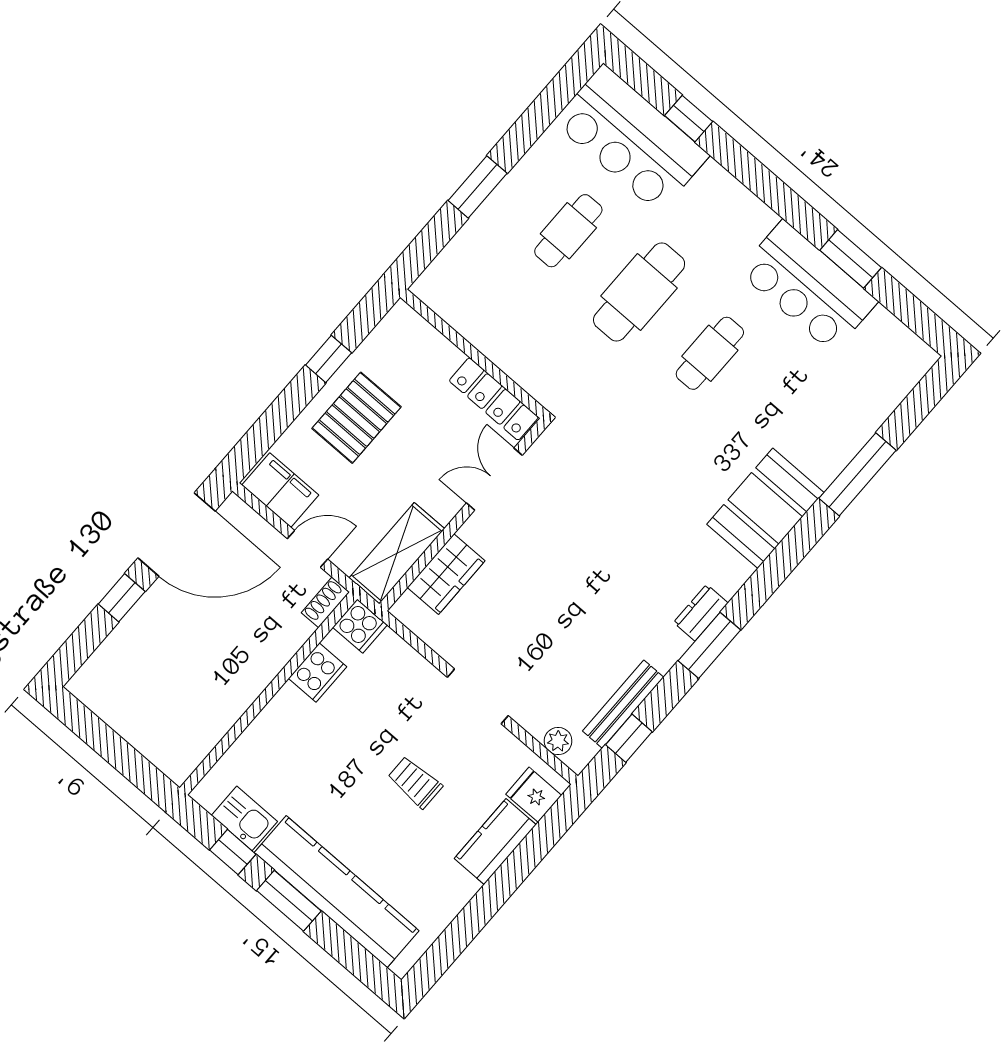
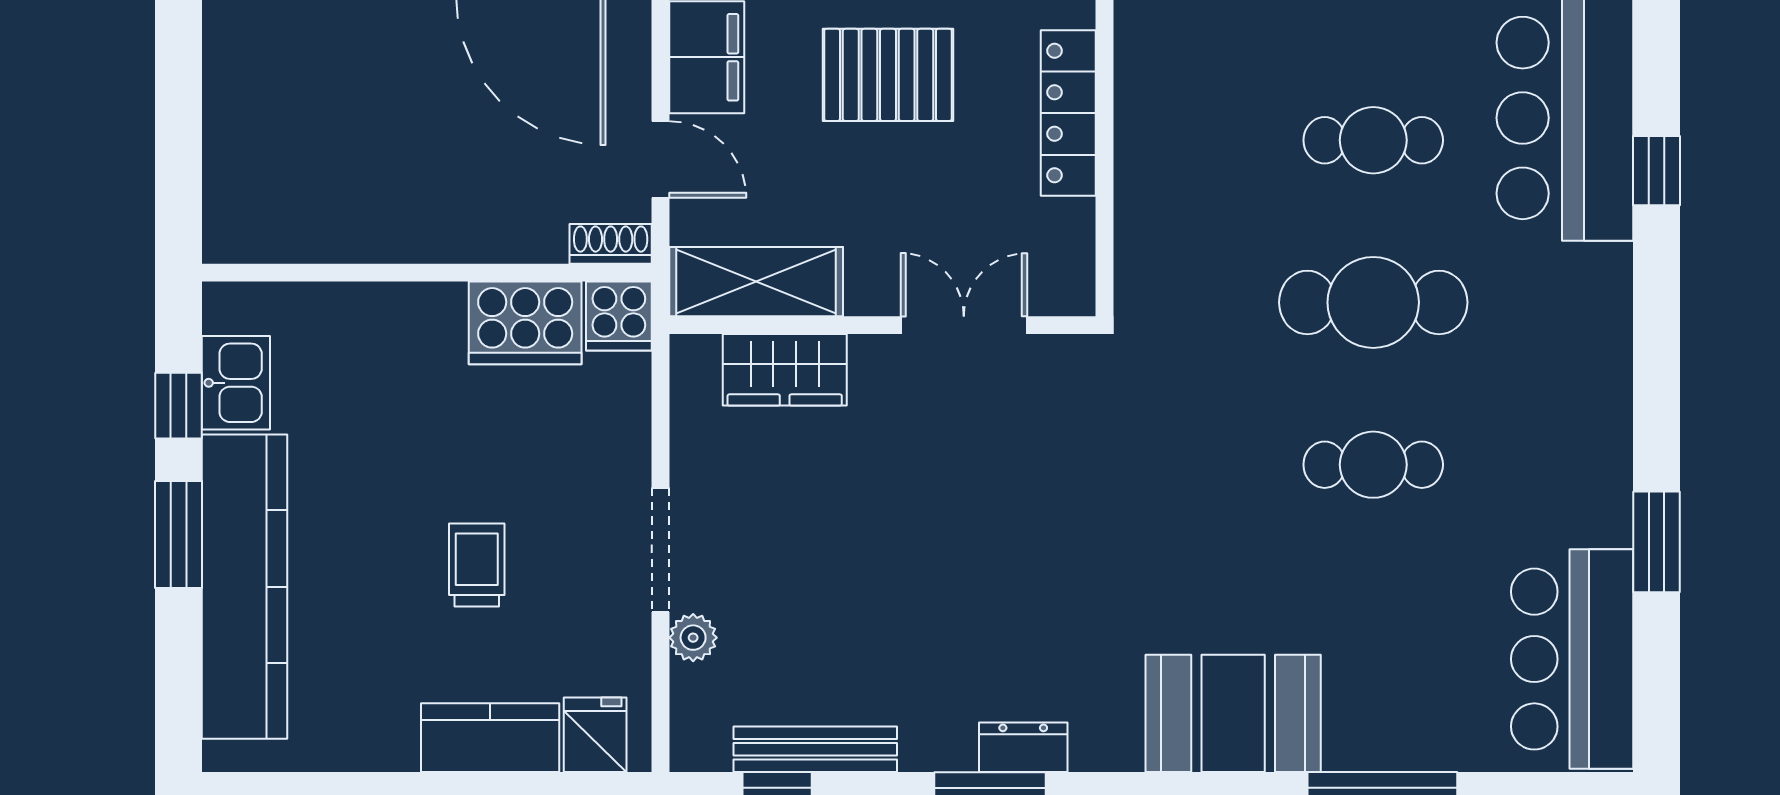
bar counter: (808, 286) -> (1572, 659), moved
locker: (494, 399) -> (1068, 113), moved
cooker: (317, 673) -> (525, 323), width x1.37, depth x1.31
plant: (558, 741) -> (693, 638), moved

